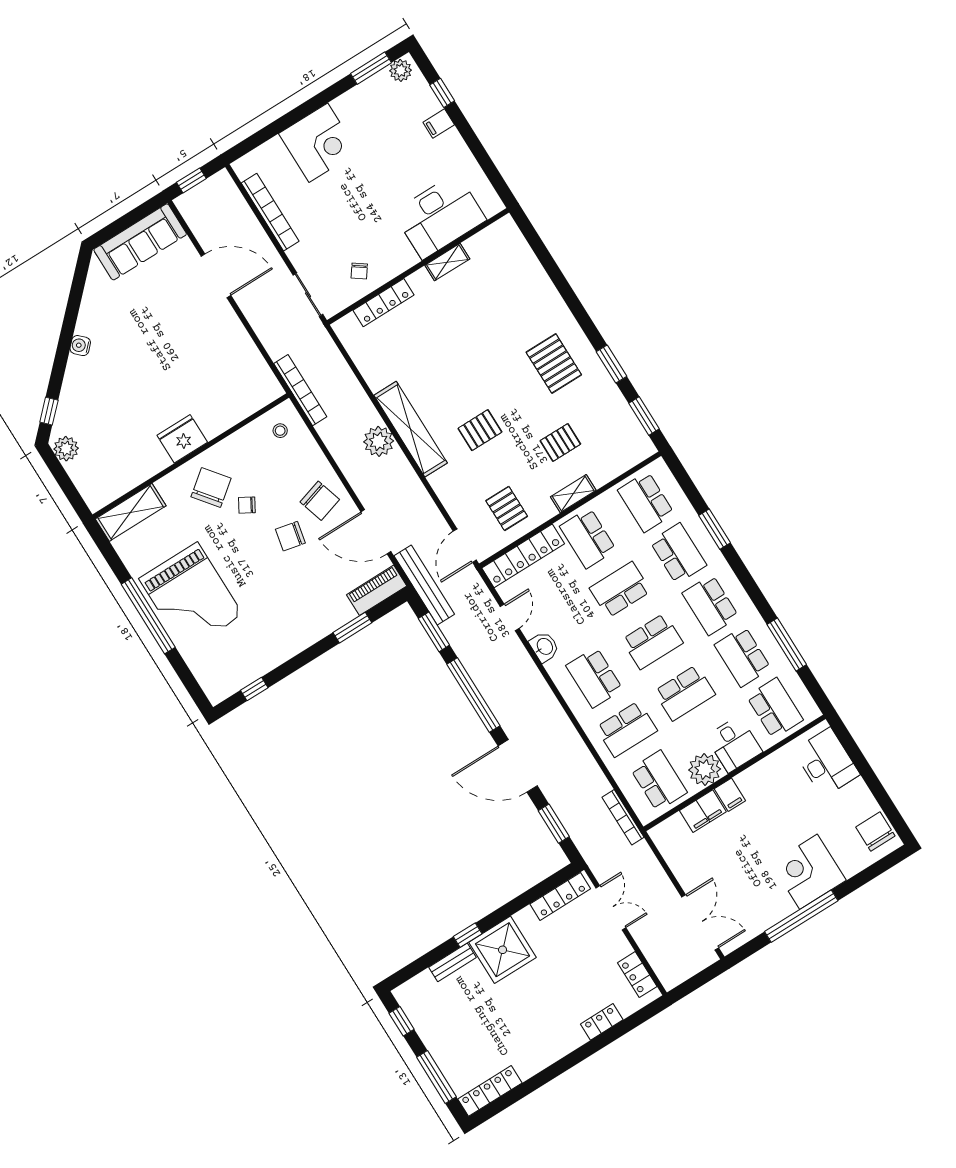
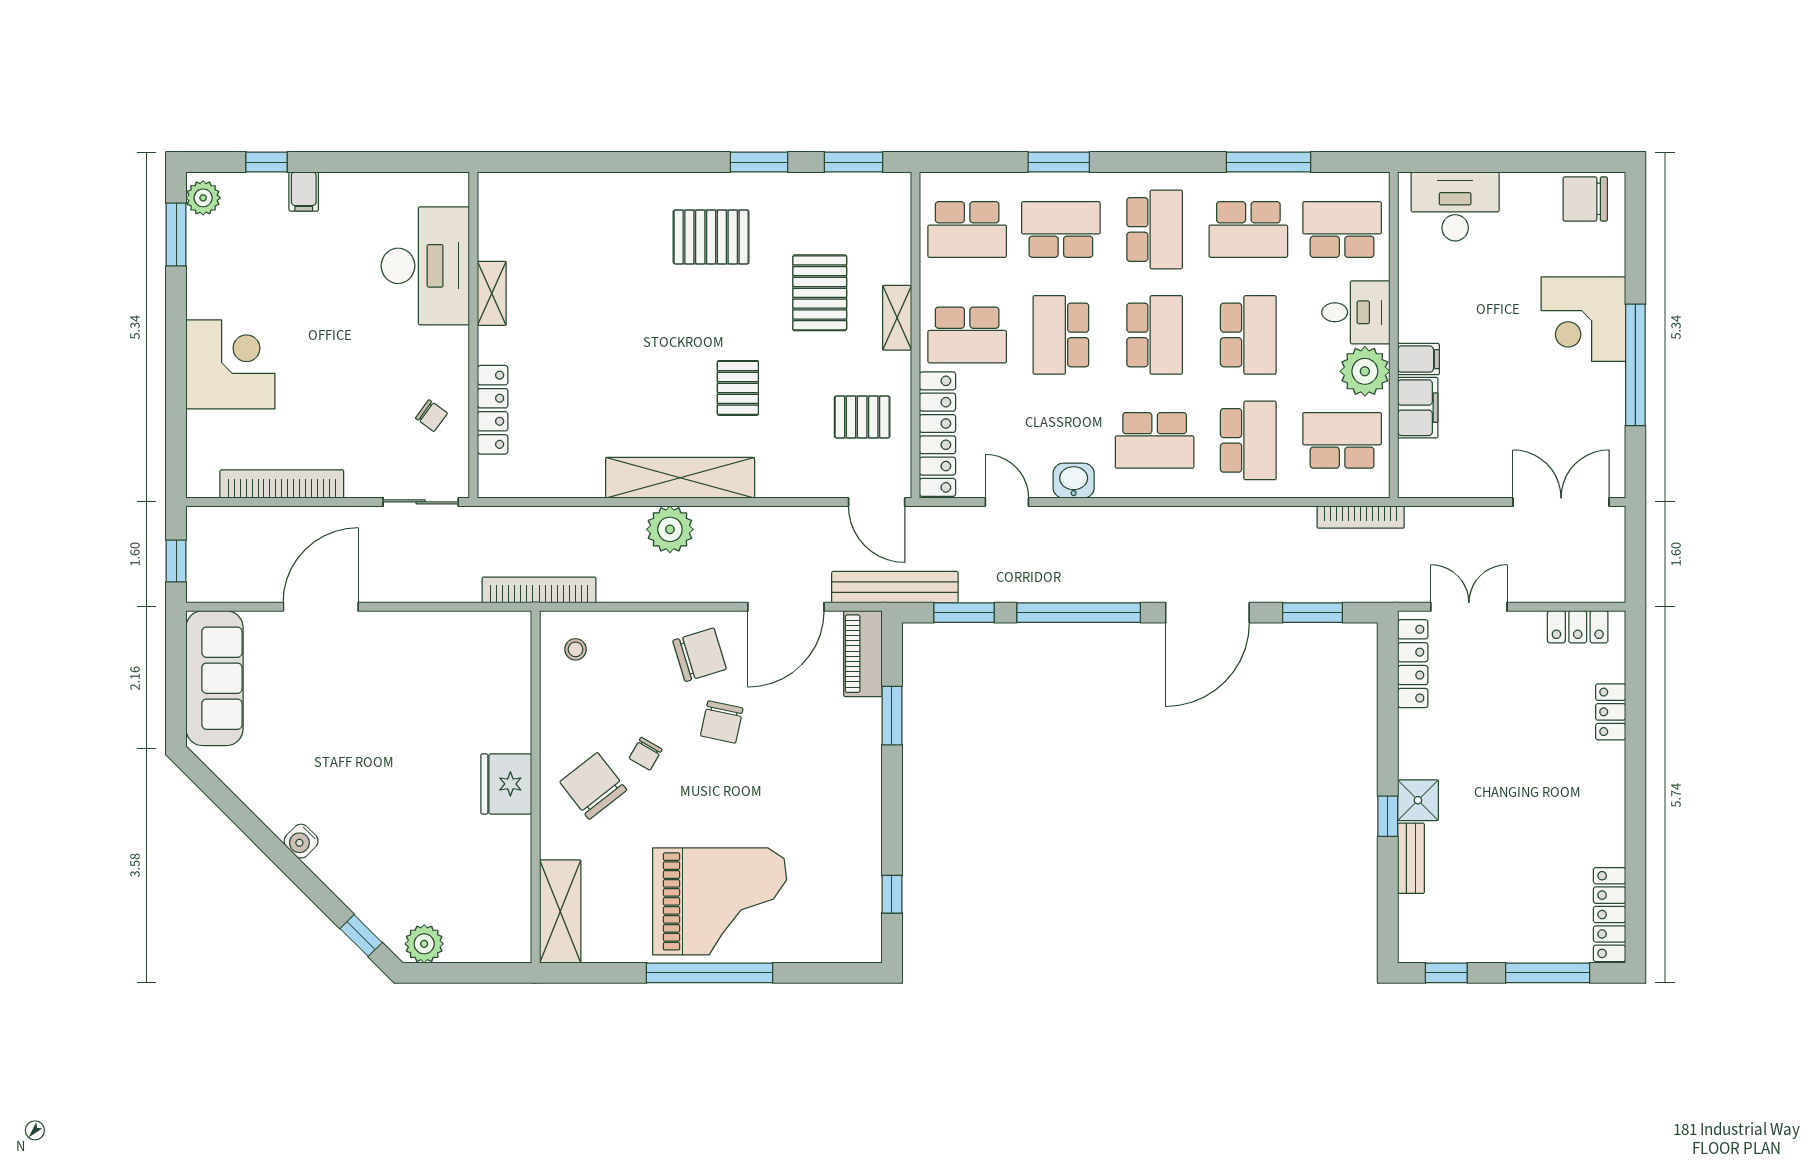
pallet: (560, 442) -> (820, 293), width x1.50, depth x1.42
school desk: (710, 605) -> (1155, 229), turned -90
shower: (503, 950) -> (1418, 800), width x0.54, depth x0.54

